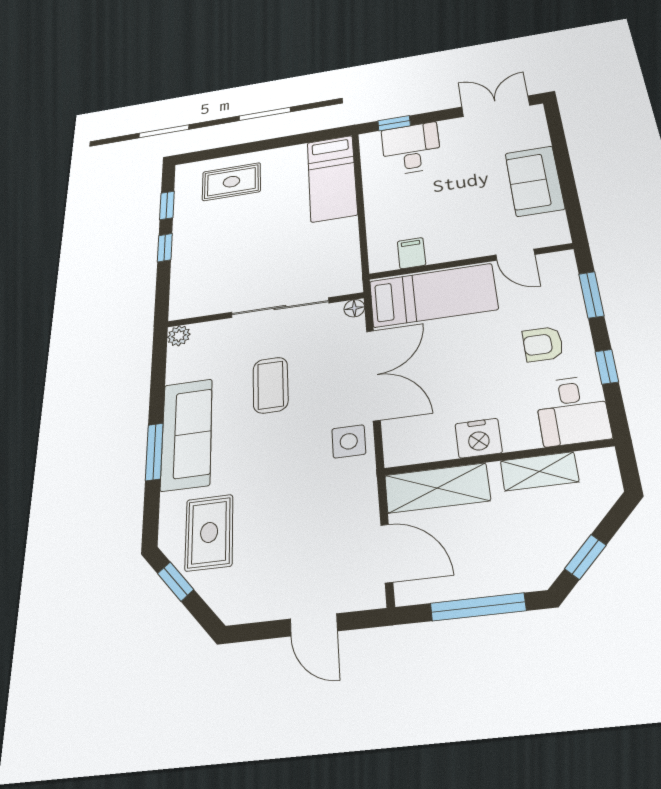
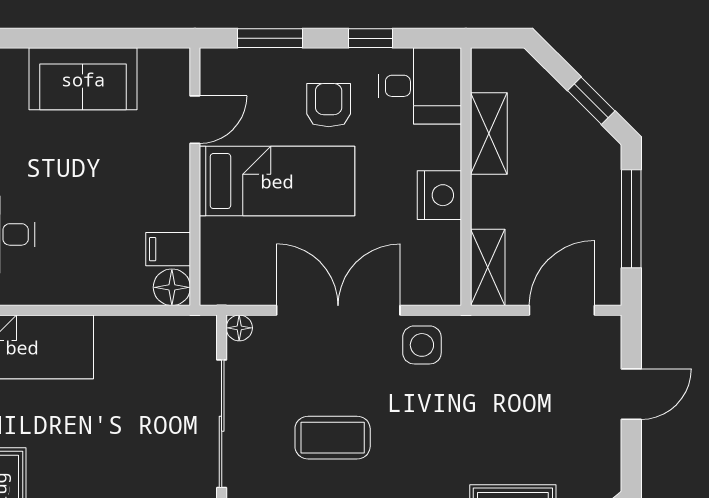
floor lamp: (382, 260) -> (172, 287), added
bed: (433, 295) -> (277, 181), moved, turned 90
armchair: (543, 344) -> (329, 105), turned 180
shelving: (437, 488) -> (488, 267), width x0.67, depth x0.75

